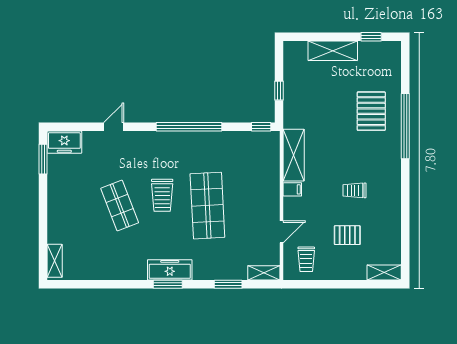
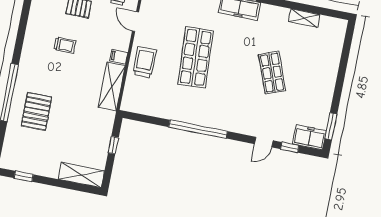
shelving: (333, 51) -> (81, 175), moved
window: (261, 127) -> (290, 147), moved
trolley: (162, 195) -> (145, 62), moved
door: (282, 232) -> (136, 22), hinge flipped
shelving: (55, 261) -> (304, 18), moved, turned 90

